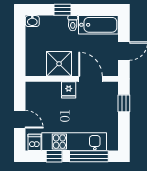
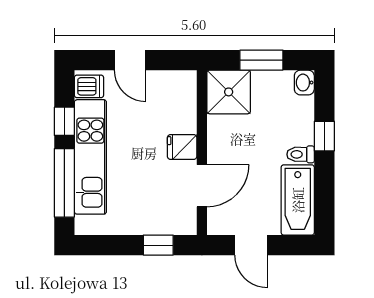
window: (20, 45) -> (261, 60), added
shower: (59, 64) -> (229, 92), moved
door: (20, 119) -> (130, 60), hinge flipped

